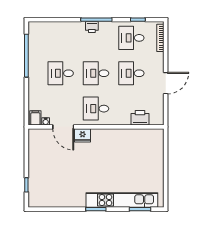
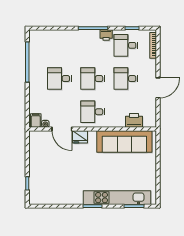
printer: (92, 27) -> (106, 35), moved
sofa: (130, 140) -> (124, 141), added

